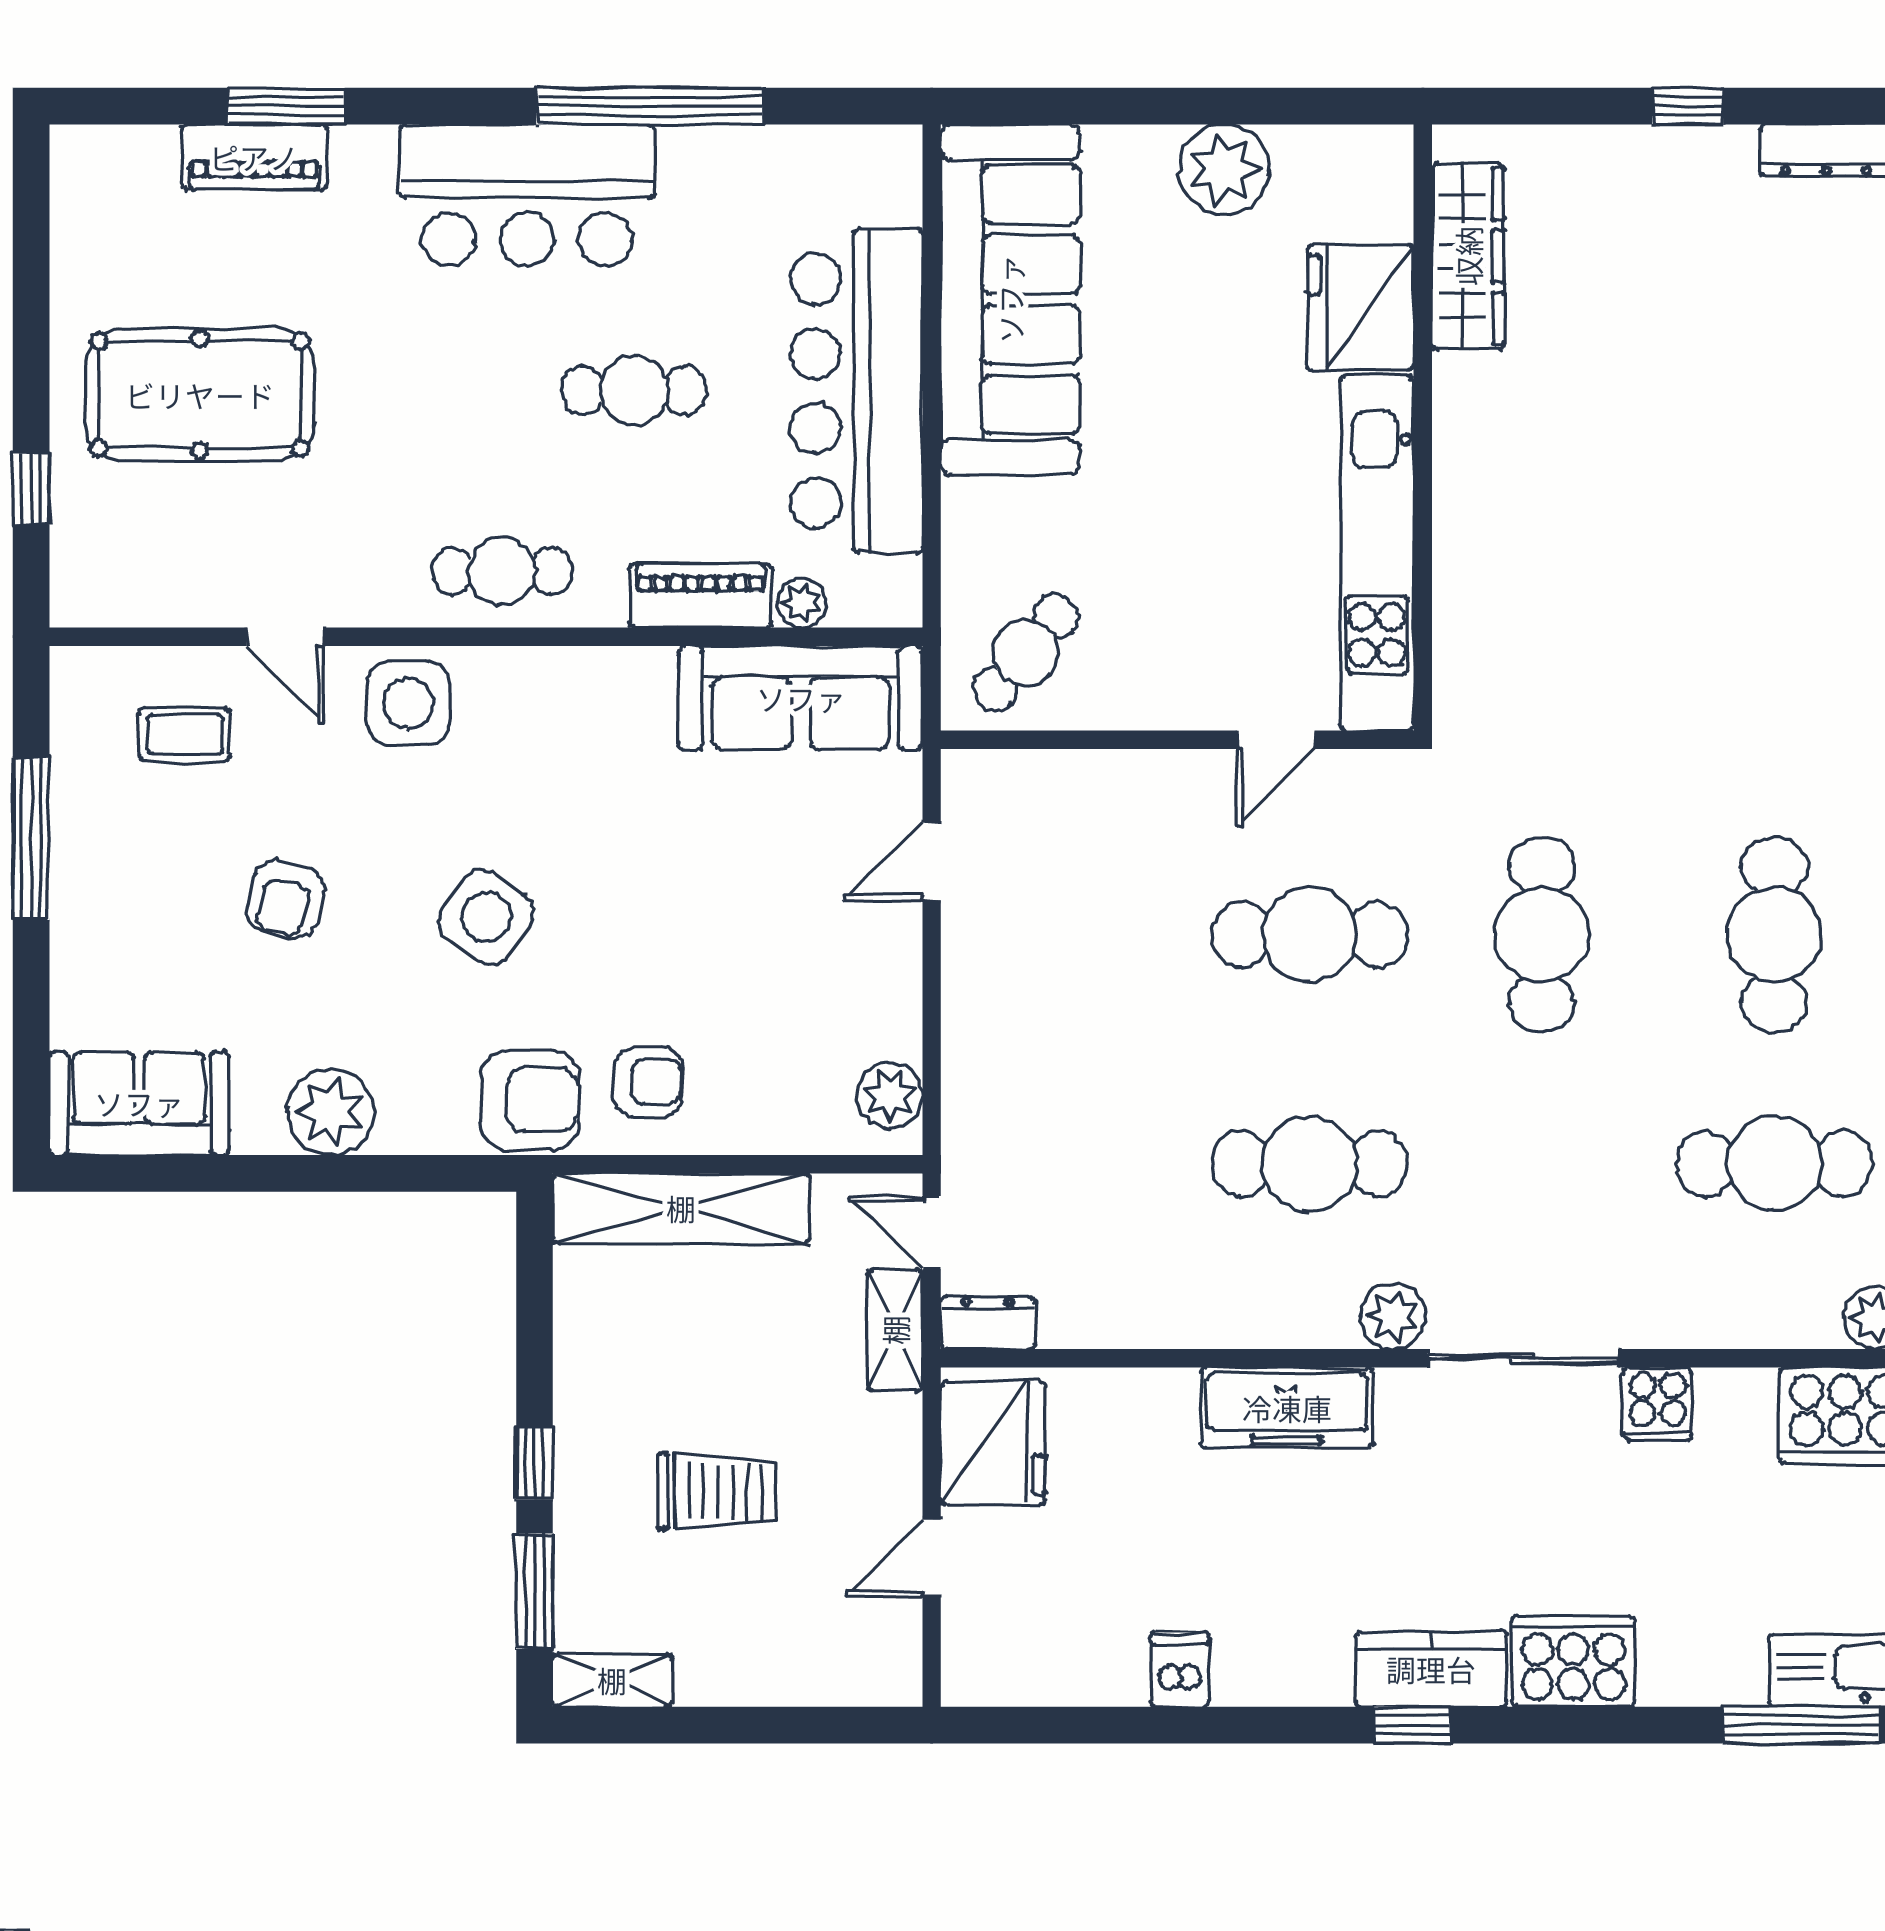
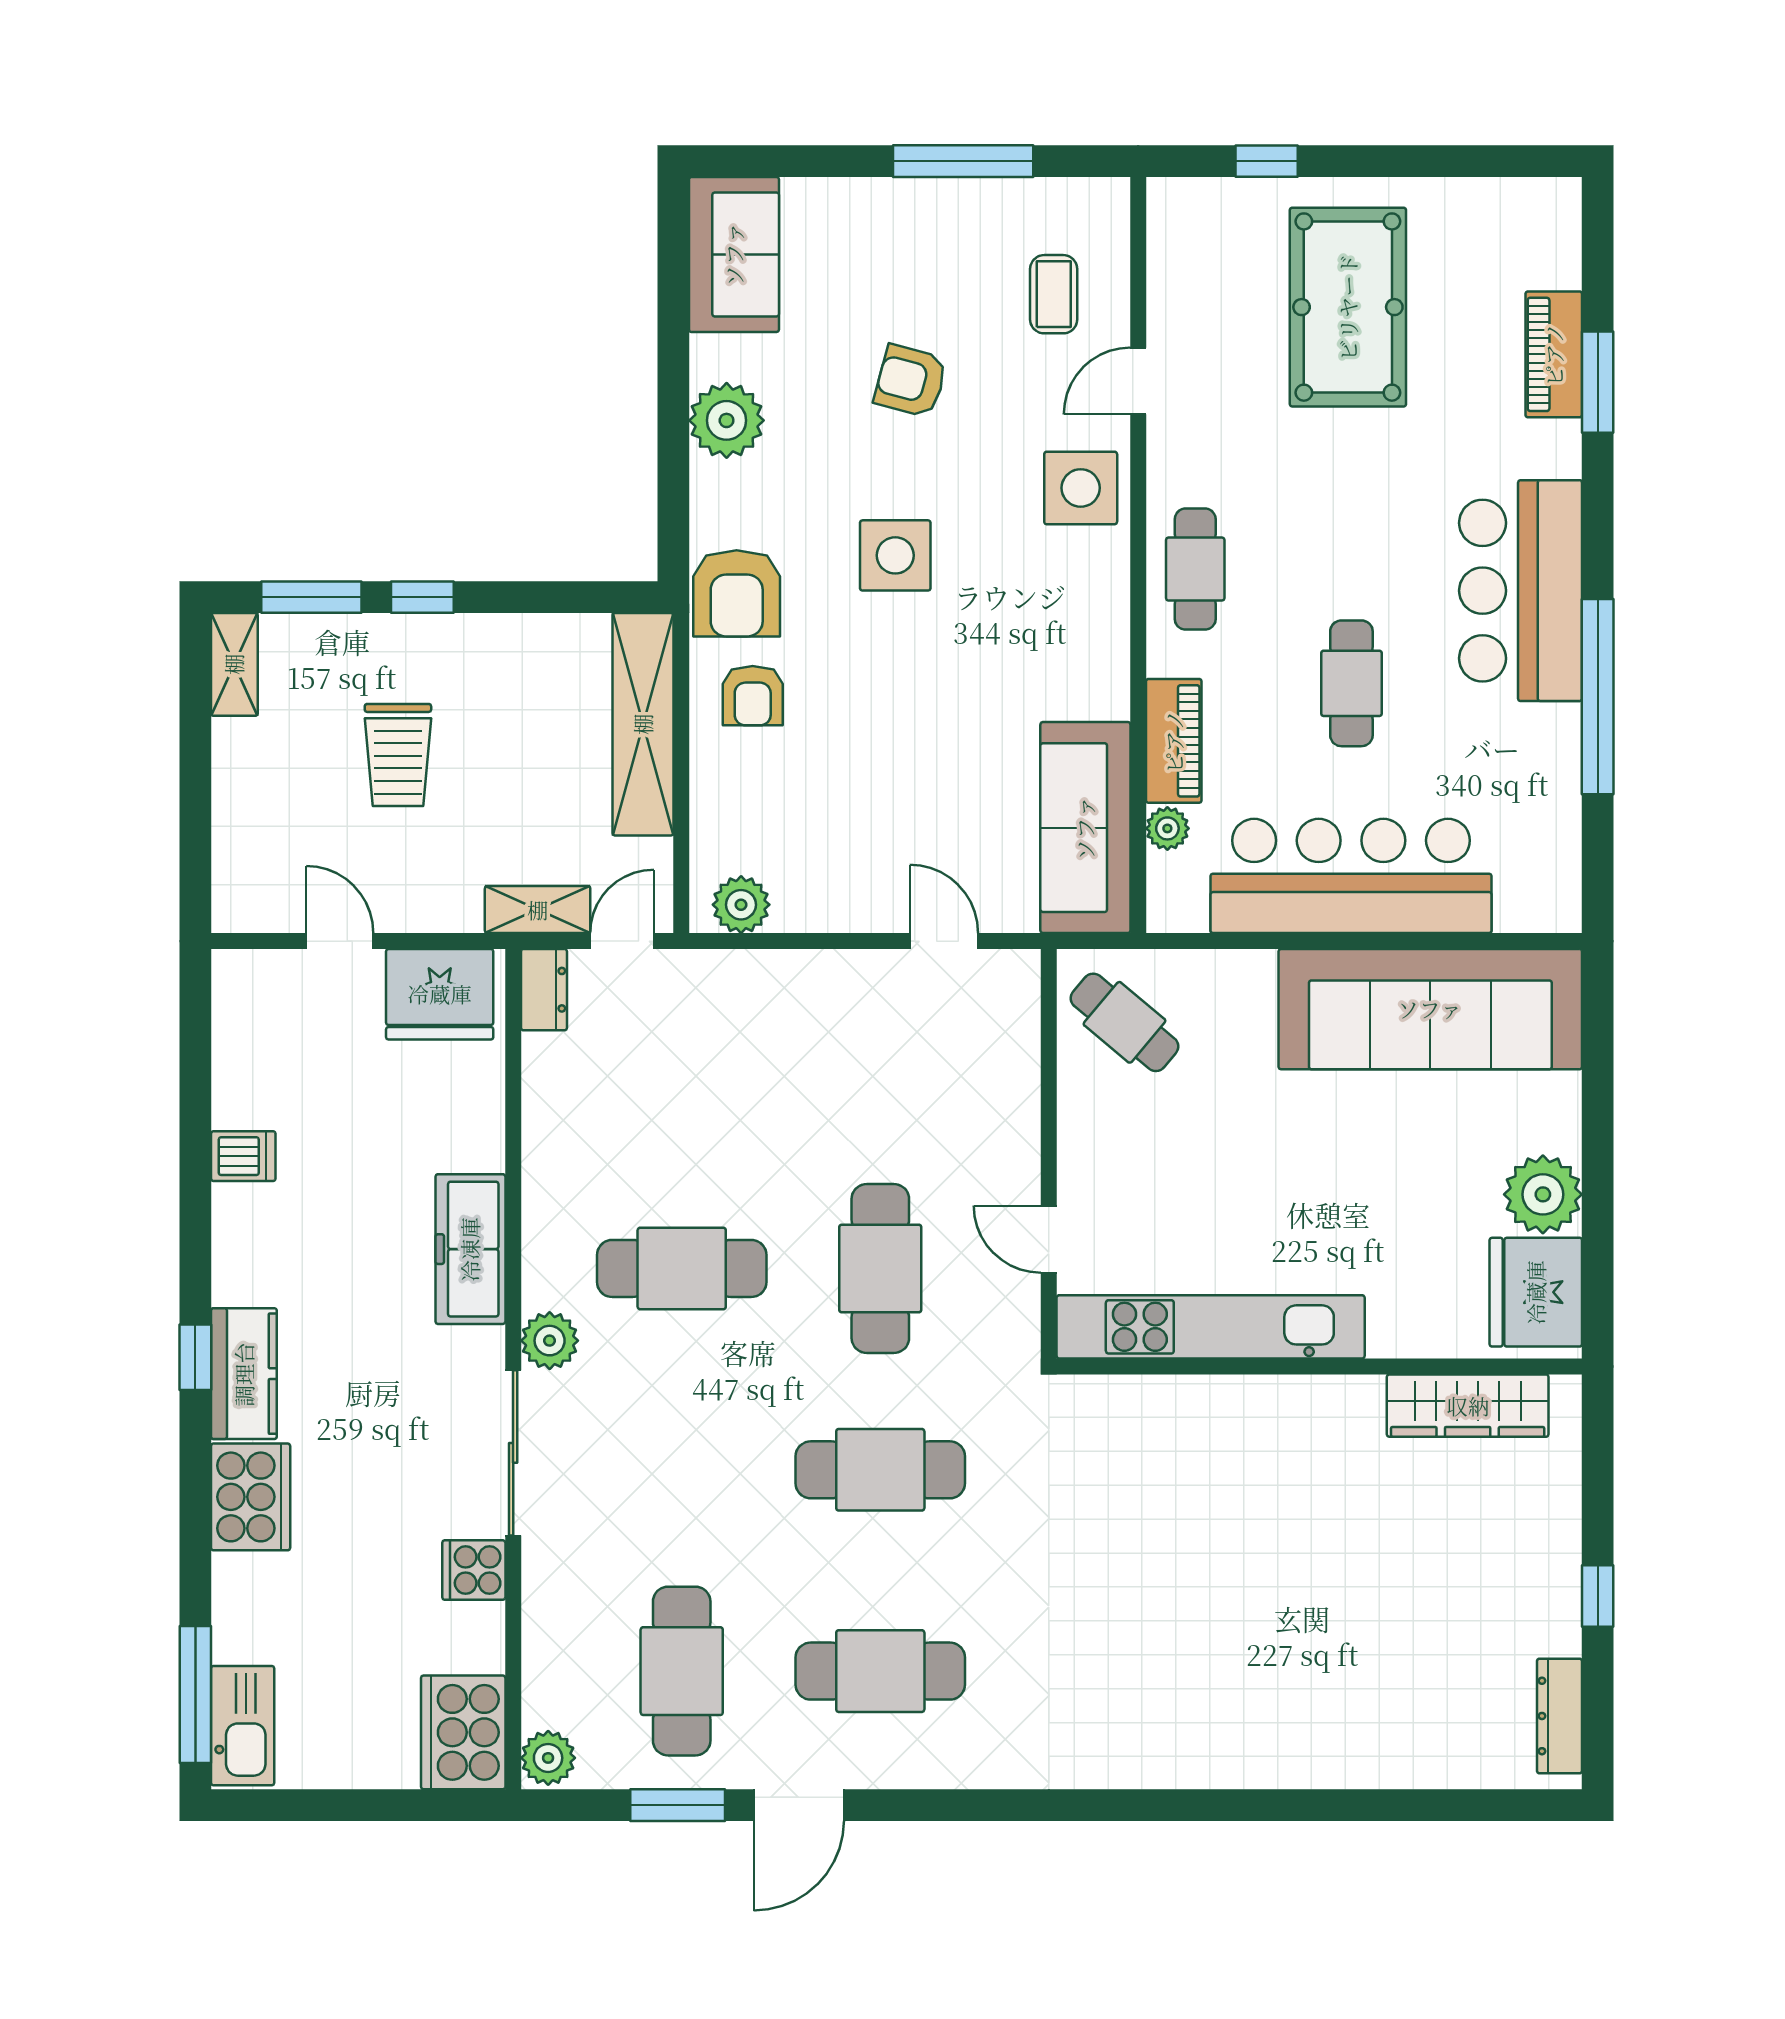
fridge: (1360, 308) -> (1536, 1292), moved, turned -90
side table: (486, 917) -> (895, 555), turned -36
cafe table: (1310, 1164) -> (682, 1268), turned 90

